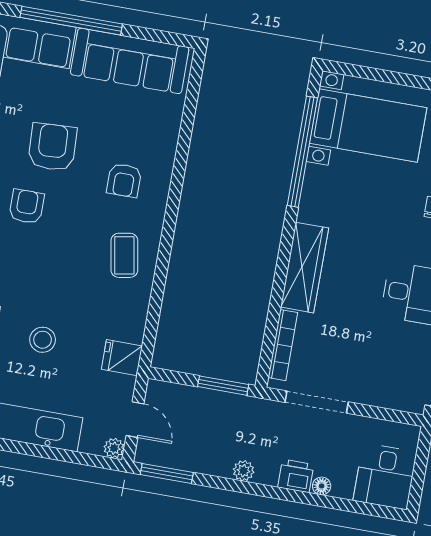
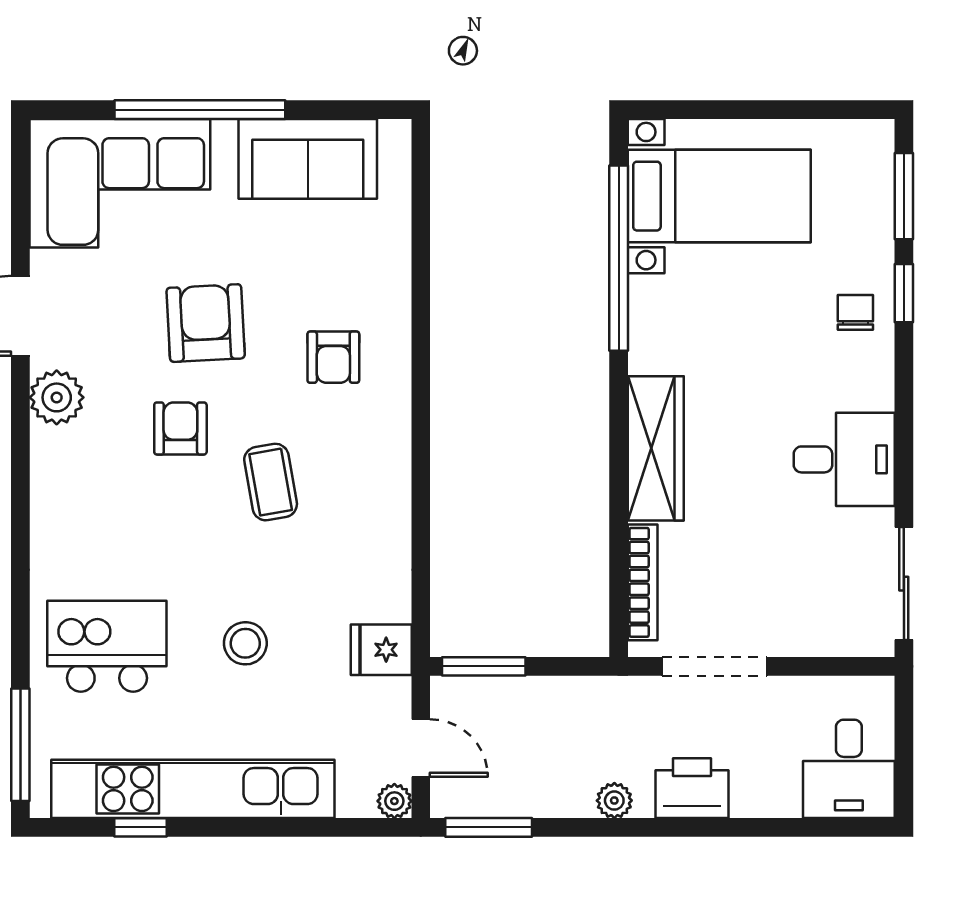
sofa: (130, 61) -> (308, 159), width x0.73
coffee table: (124, 255) -> (271, 482), moved
window: (223, 386) -> (484, 666), moved
printer: (296, 476) -> (692, 788), width x1.36, depth x1.24
floor lamp: (322, 486) -> (747, 803), removed

